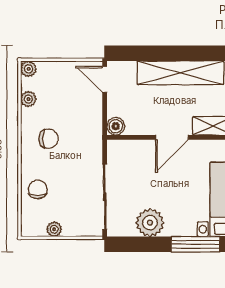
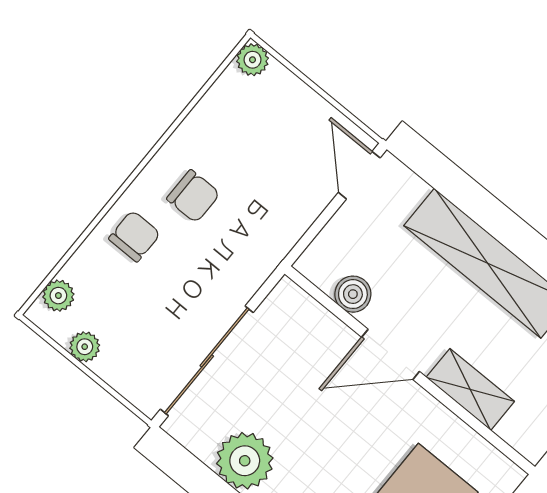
plant: (28, 99) -> (58, 296), moved
boiler: (116, 126) -> (353, 294), moved
chair: (38, 189) -> (135, 236), moved

